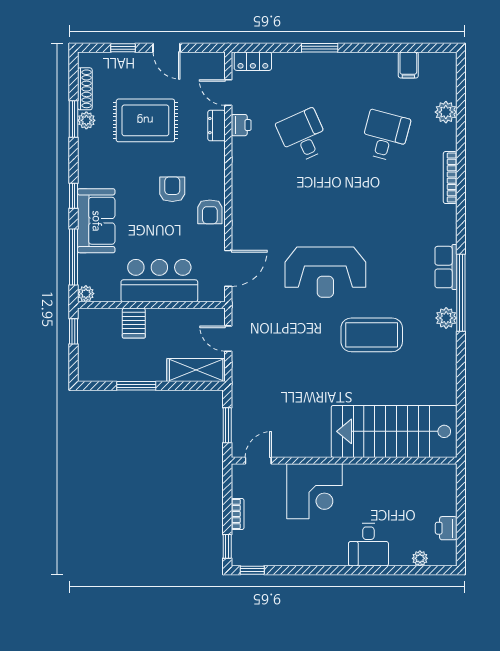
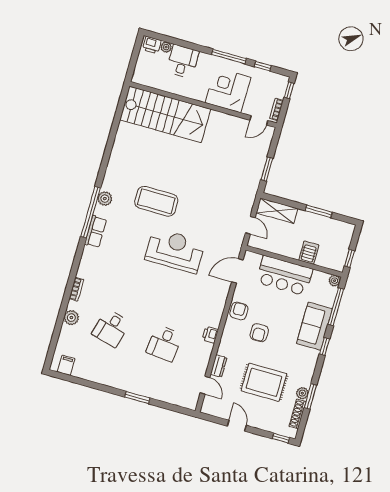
window: (123, 48) -> (281, 438), moved
locker: (253, 61) -> (183, 401), removed
filing cabinet: (408, 65) -> (66, 365), moved
plant: (446, 112) -> (71, 318), moved
printer: (241, 125) -> (210, 335), moved
desk: (303, 136) -> (164, 343), turned 30
bookcase: (450, 178) -> (76, 289), width x0.64
stairs: (394, 431) -> (165, 114), moved
door: (258, 461) -> (259, 120), moved
wall: (344, 461) -> (203, 105), moved
corner desk: (314, 491) -> (228, 90), moved
printer: (446, 528) -> (152, 45), moved, turned 90
desk: (368, 545) -> (183, 61), moved
window: (252, 570) -> (263, 66), moved
window: (327, 570) -> (229, 56), added

